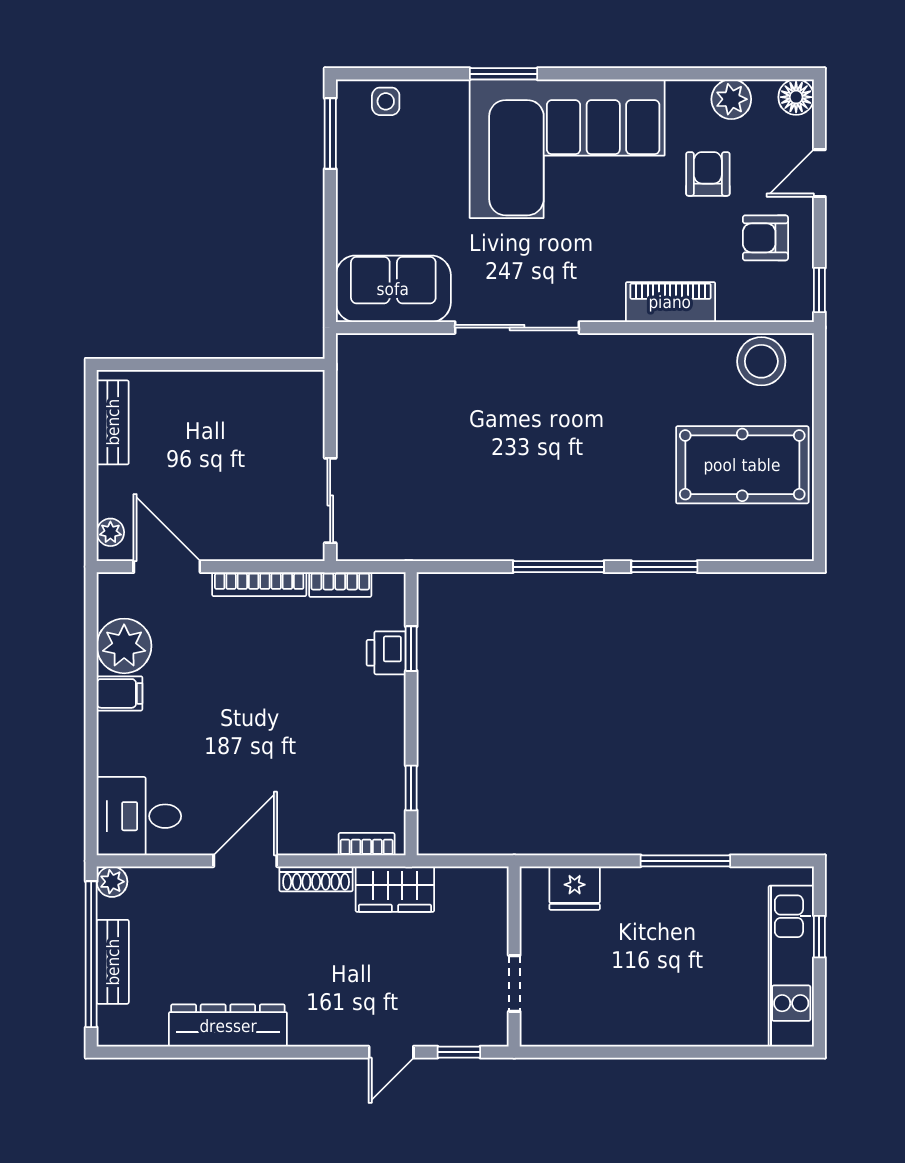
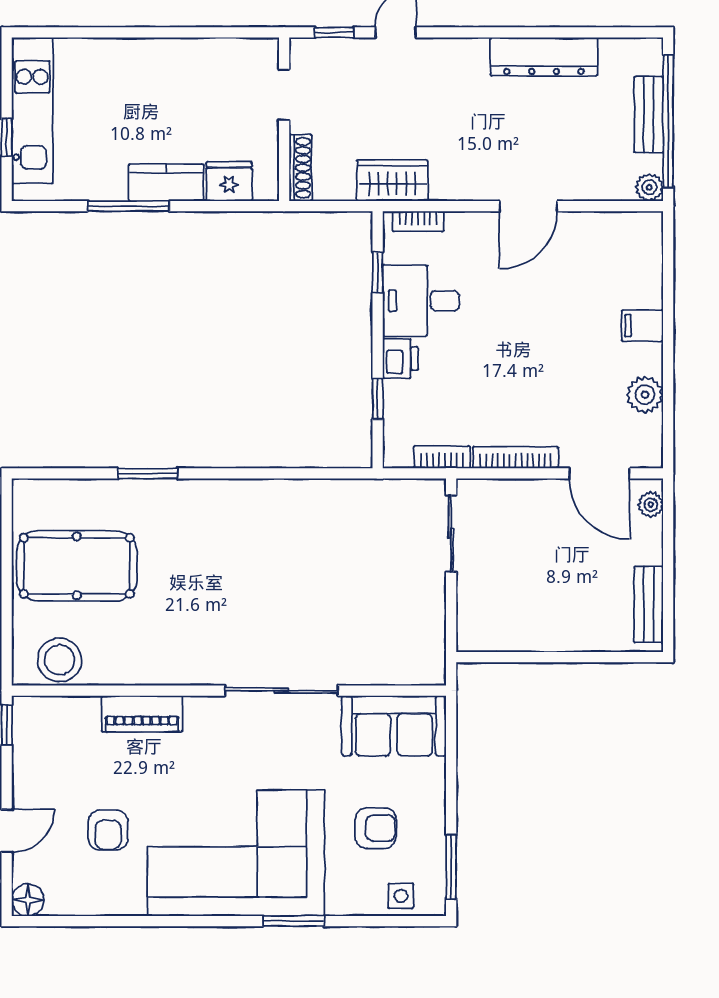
plant: (731, 99) -> (87, 898), removed
armchair: (765, 238) -> (376, 828), moved
window: (558, 567) -> (244, 473), removed
plant: (124, 646) -> (645, 395), width x0.73, depth x0.73
printer: (386, 653) -> (400, 358), moved
filing cabinet: (120, 693) -> (642, 326), moved
desk: (139, 816) -> (421, 301), moved, turned 180
shoe rack: (316, 879) -> (300, 168), moved, turned 90
kitchen counter: (644, 887) -> (166, 182), added

